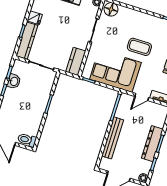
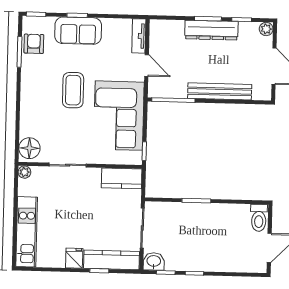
washbasin: (14, 81) -> (154, 261), moved

